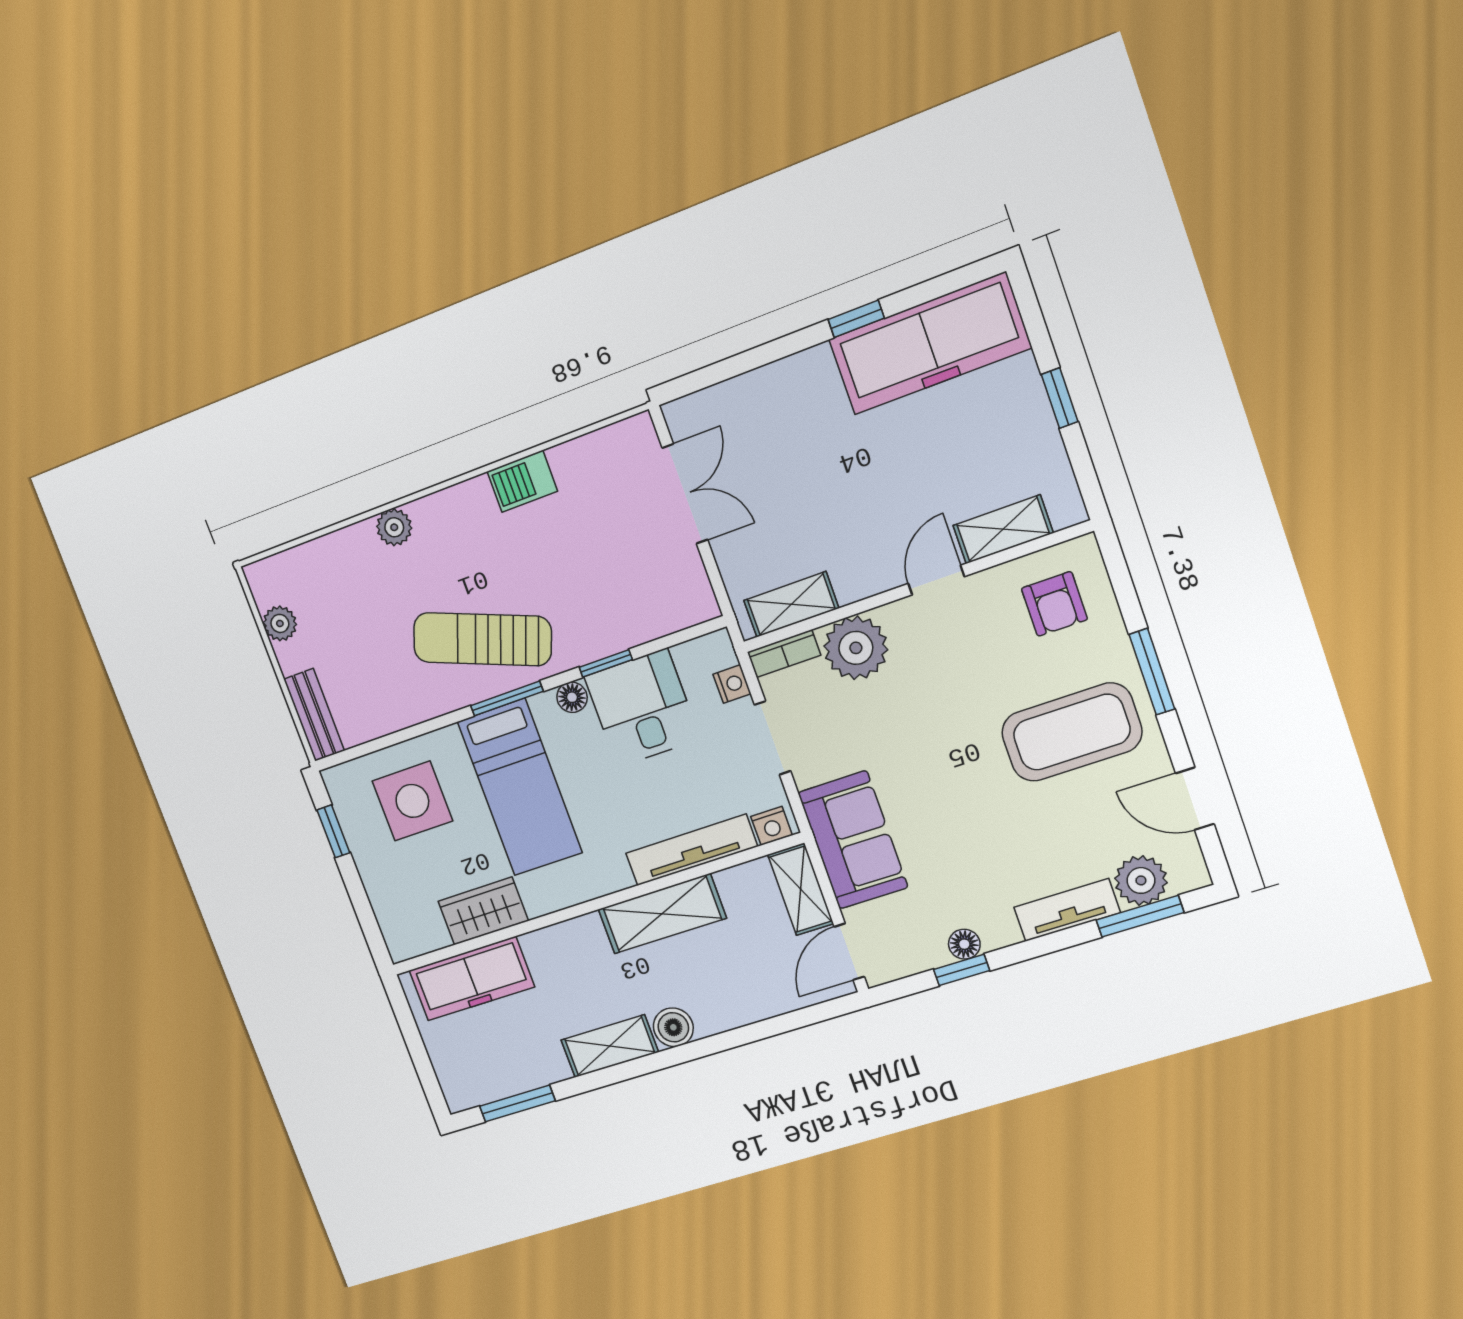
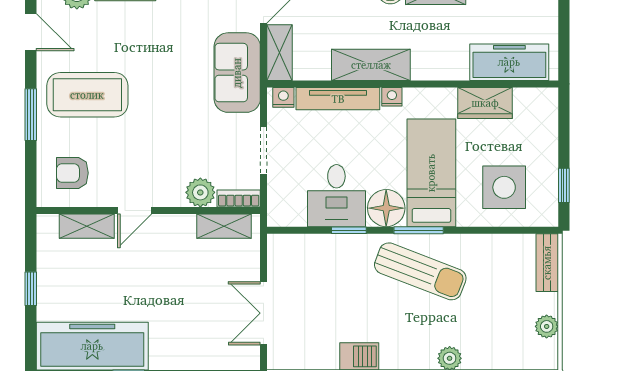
armchair: (1054, 604) -> (72, 173), turned -90
plant: (856, 648) -> (200, 192), width x0.73, depth x0.73
nightstand: (732, 684) -> (392, 97), moved, turned 90
floor lamp: (572, 697) -> (386, 208), width x1.89, depth x1.89

